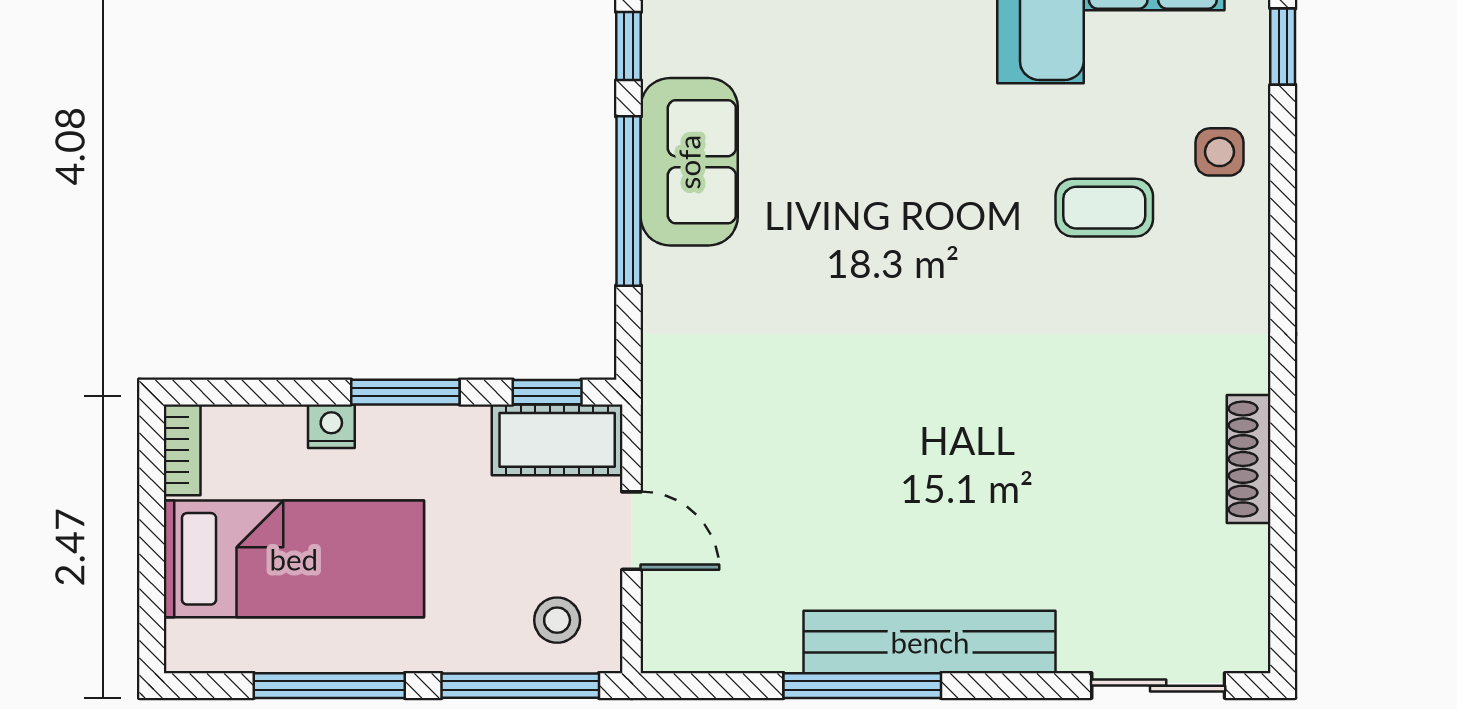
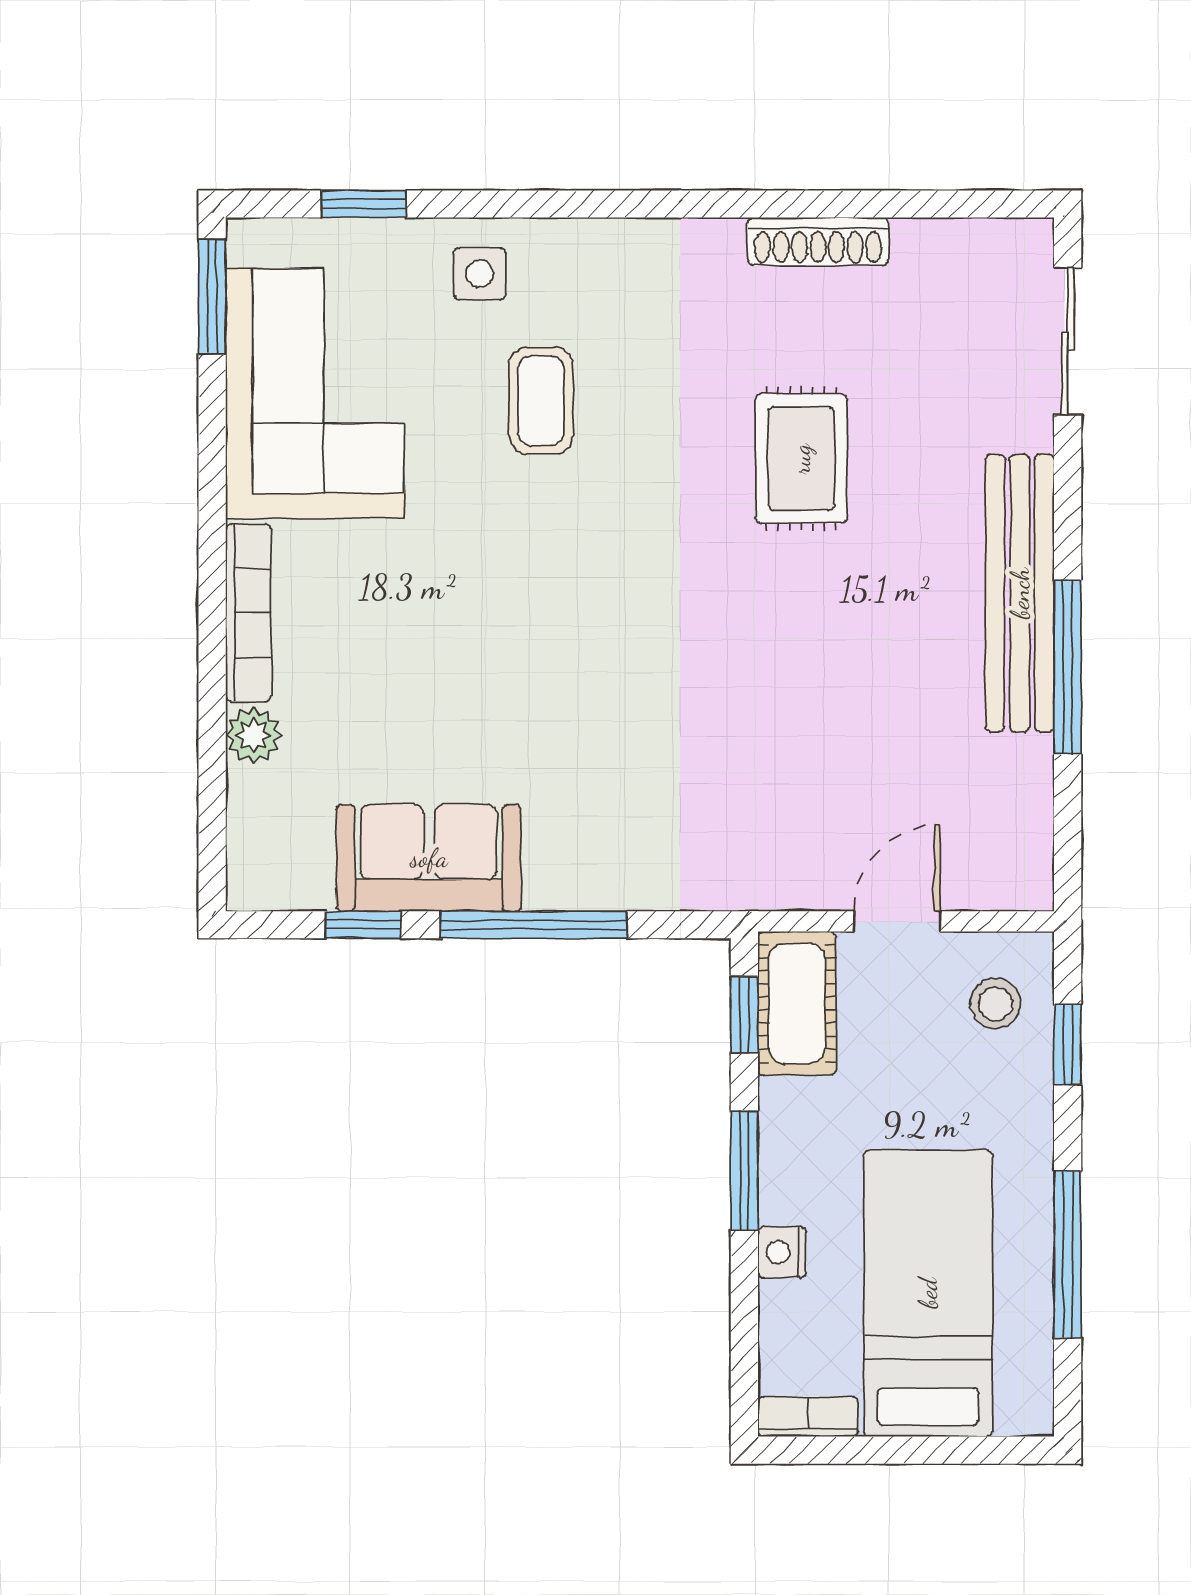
sofa: (689, 162) -> (429, 858), moved
rug: (1052, 444) -> (801, 459), added
window: (520, 686) -> (1068, 1044), width x0.46

